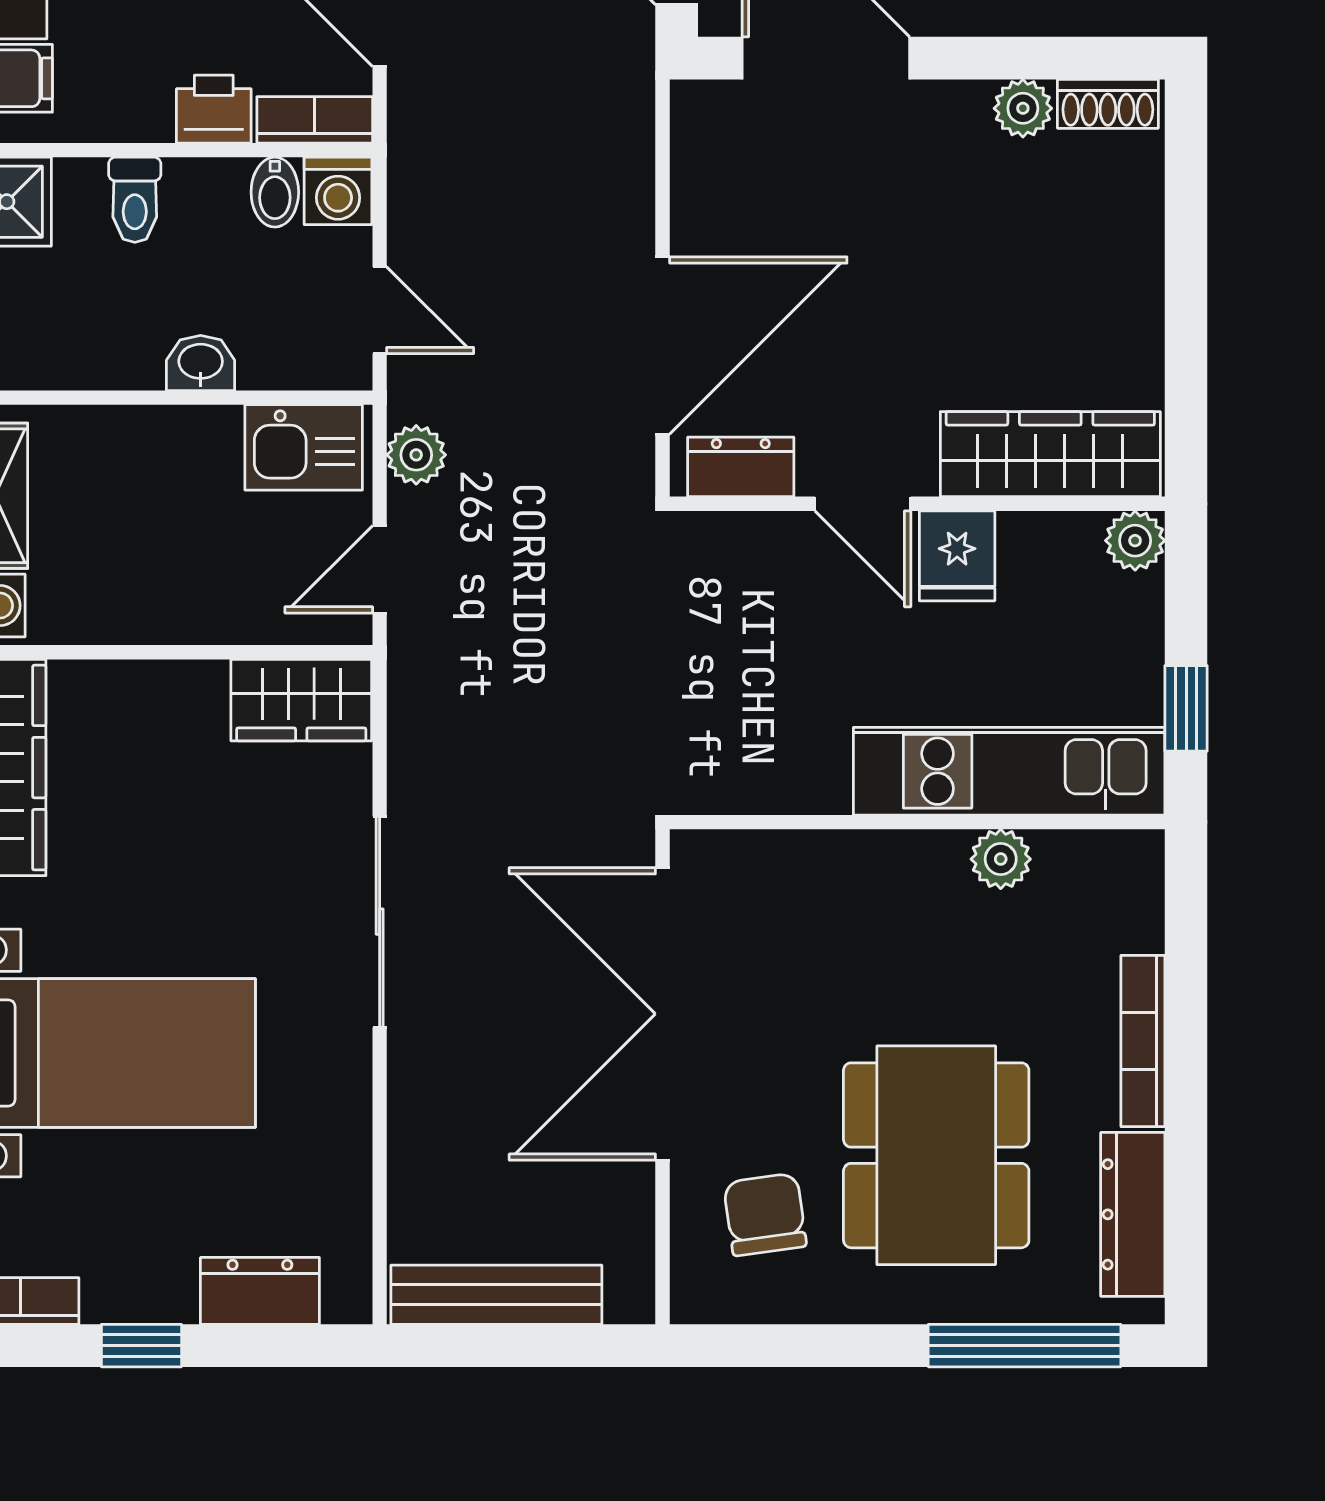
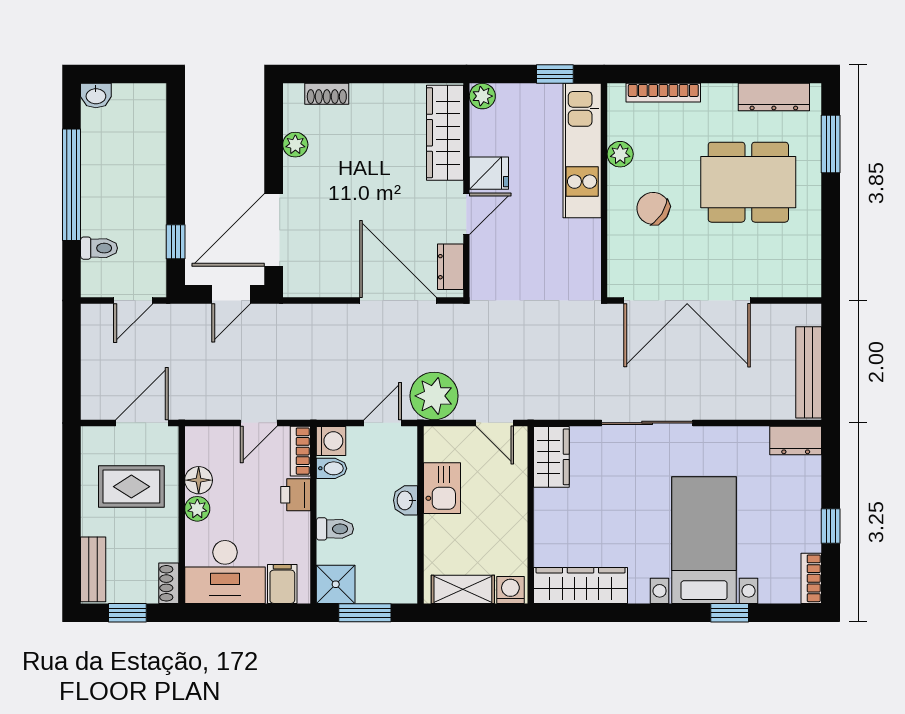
shoe rack: (1108, 104) -> (327, 94), moved, turned 90
kitchen sink: (304, 447) -> (442, 488), moved
plant: (416, 455) -> (434, 396), width x1.87, depth x1.87
bookcase: (1143, 1041) -> (663, 93), moved
chair: (765, 1214) -> (653, 208), moved, turned 41
dresser: (260, 1291) -> (796, 441), moved, turned -90
window: (1024, 1346) -> (831, 144), width x0.69

